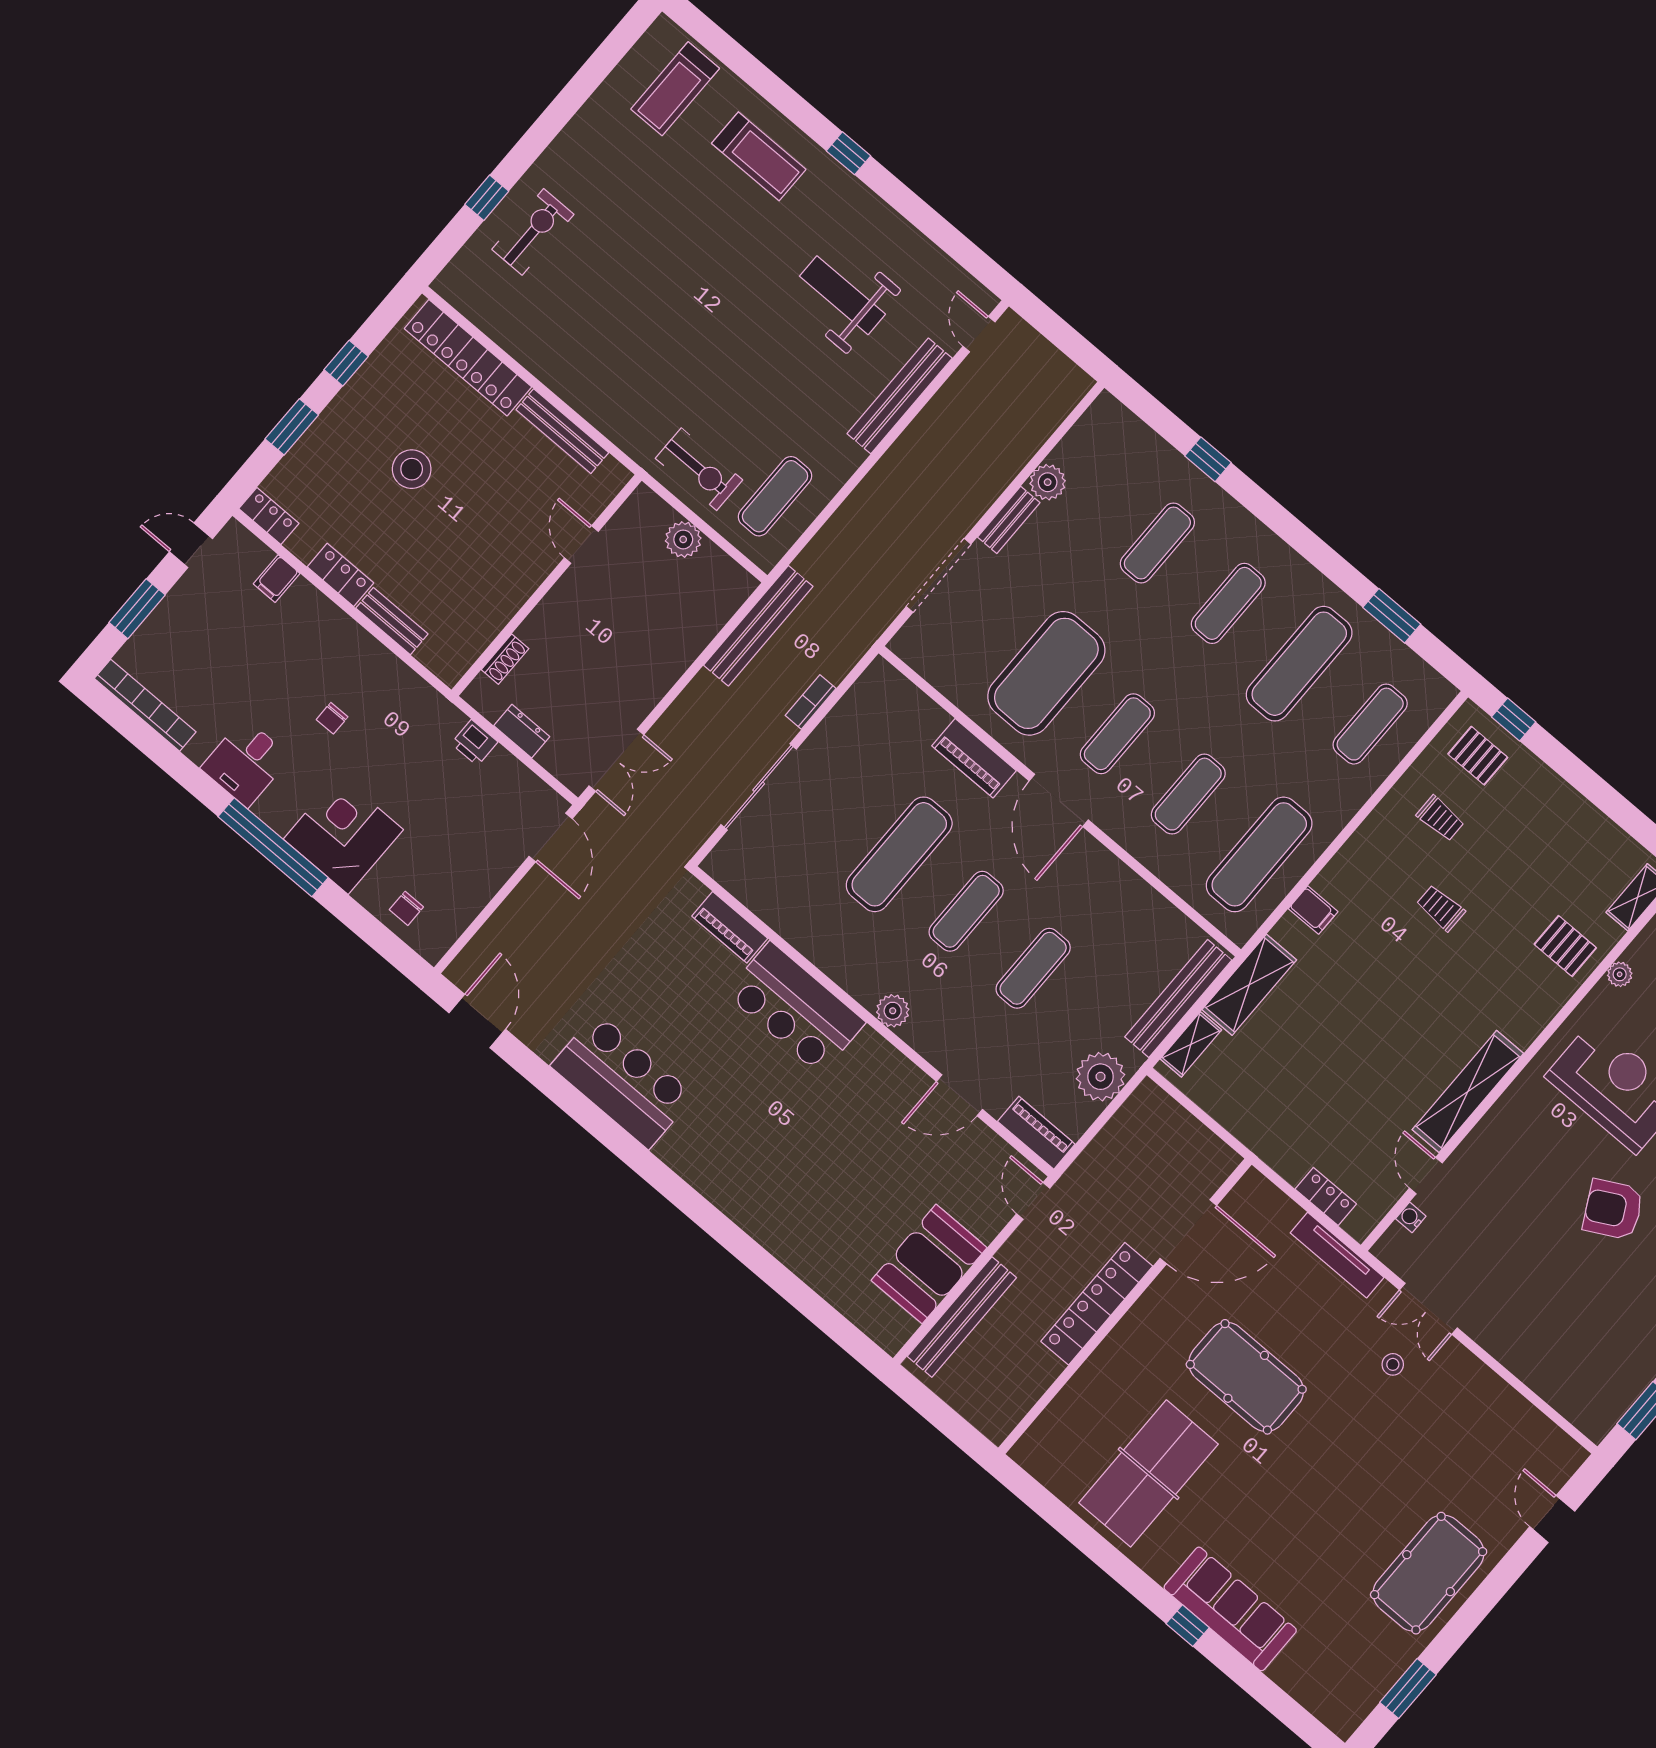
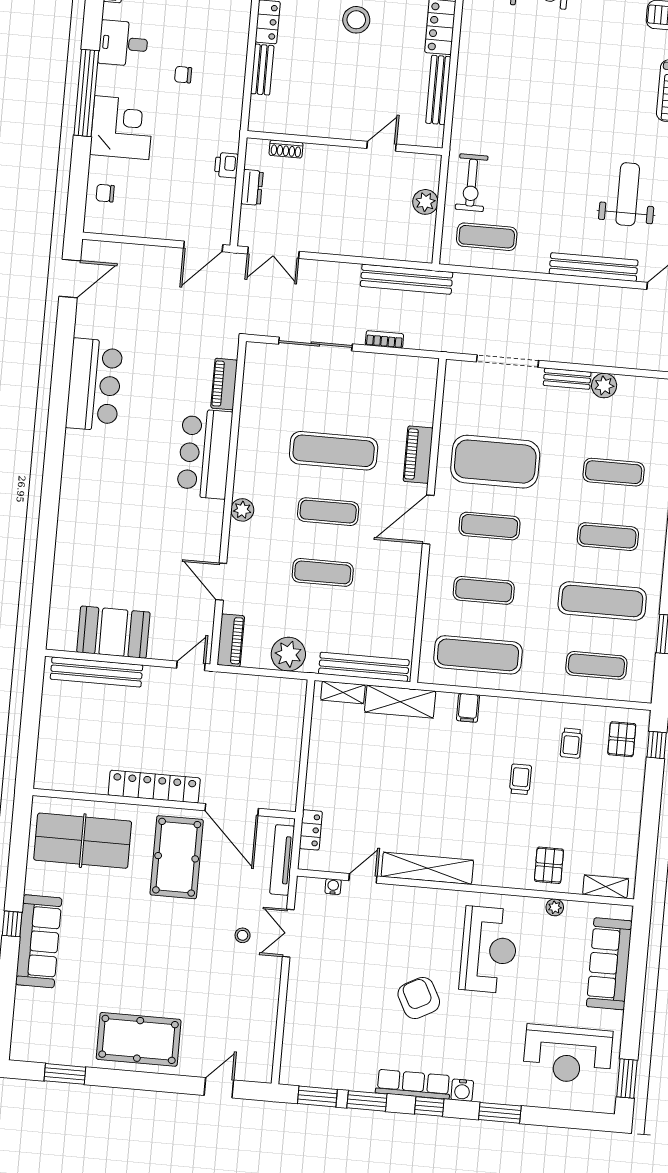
door: (1188, 1232) -> (232, 810), moved
locker: (1097, 1304) -> (154, 787), moved
wall: (1125, 1306) -> (164, 804), moved

